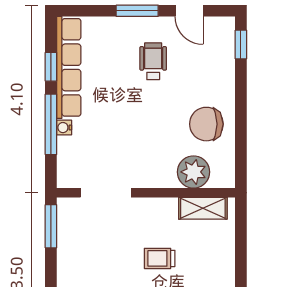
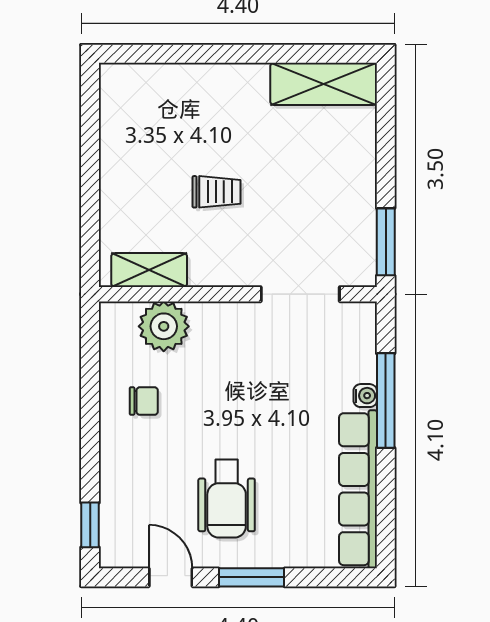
wheelchair: (153, 61) -> (227, 499), width x1.36, depth x1.37
window: (51, 67) -> (386, 490), removed
chair: (206, 124) -> (144, 401), width x0.54, depth x0.54

